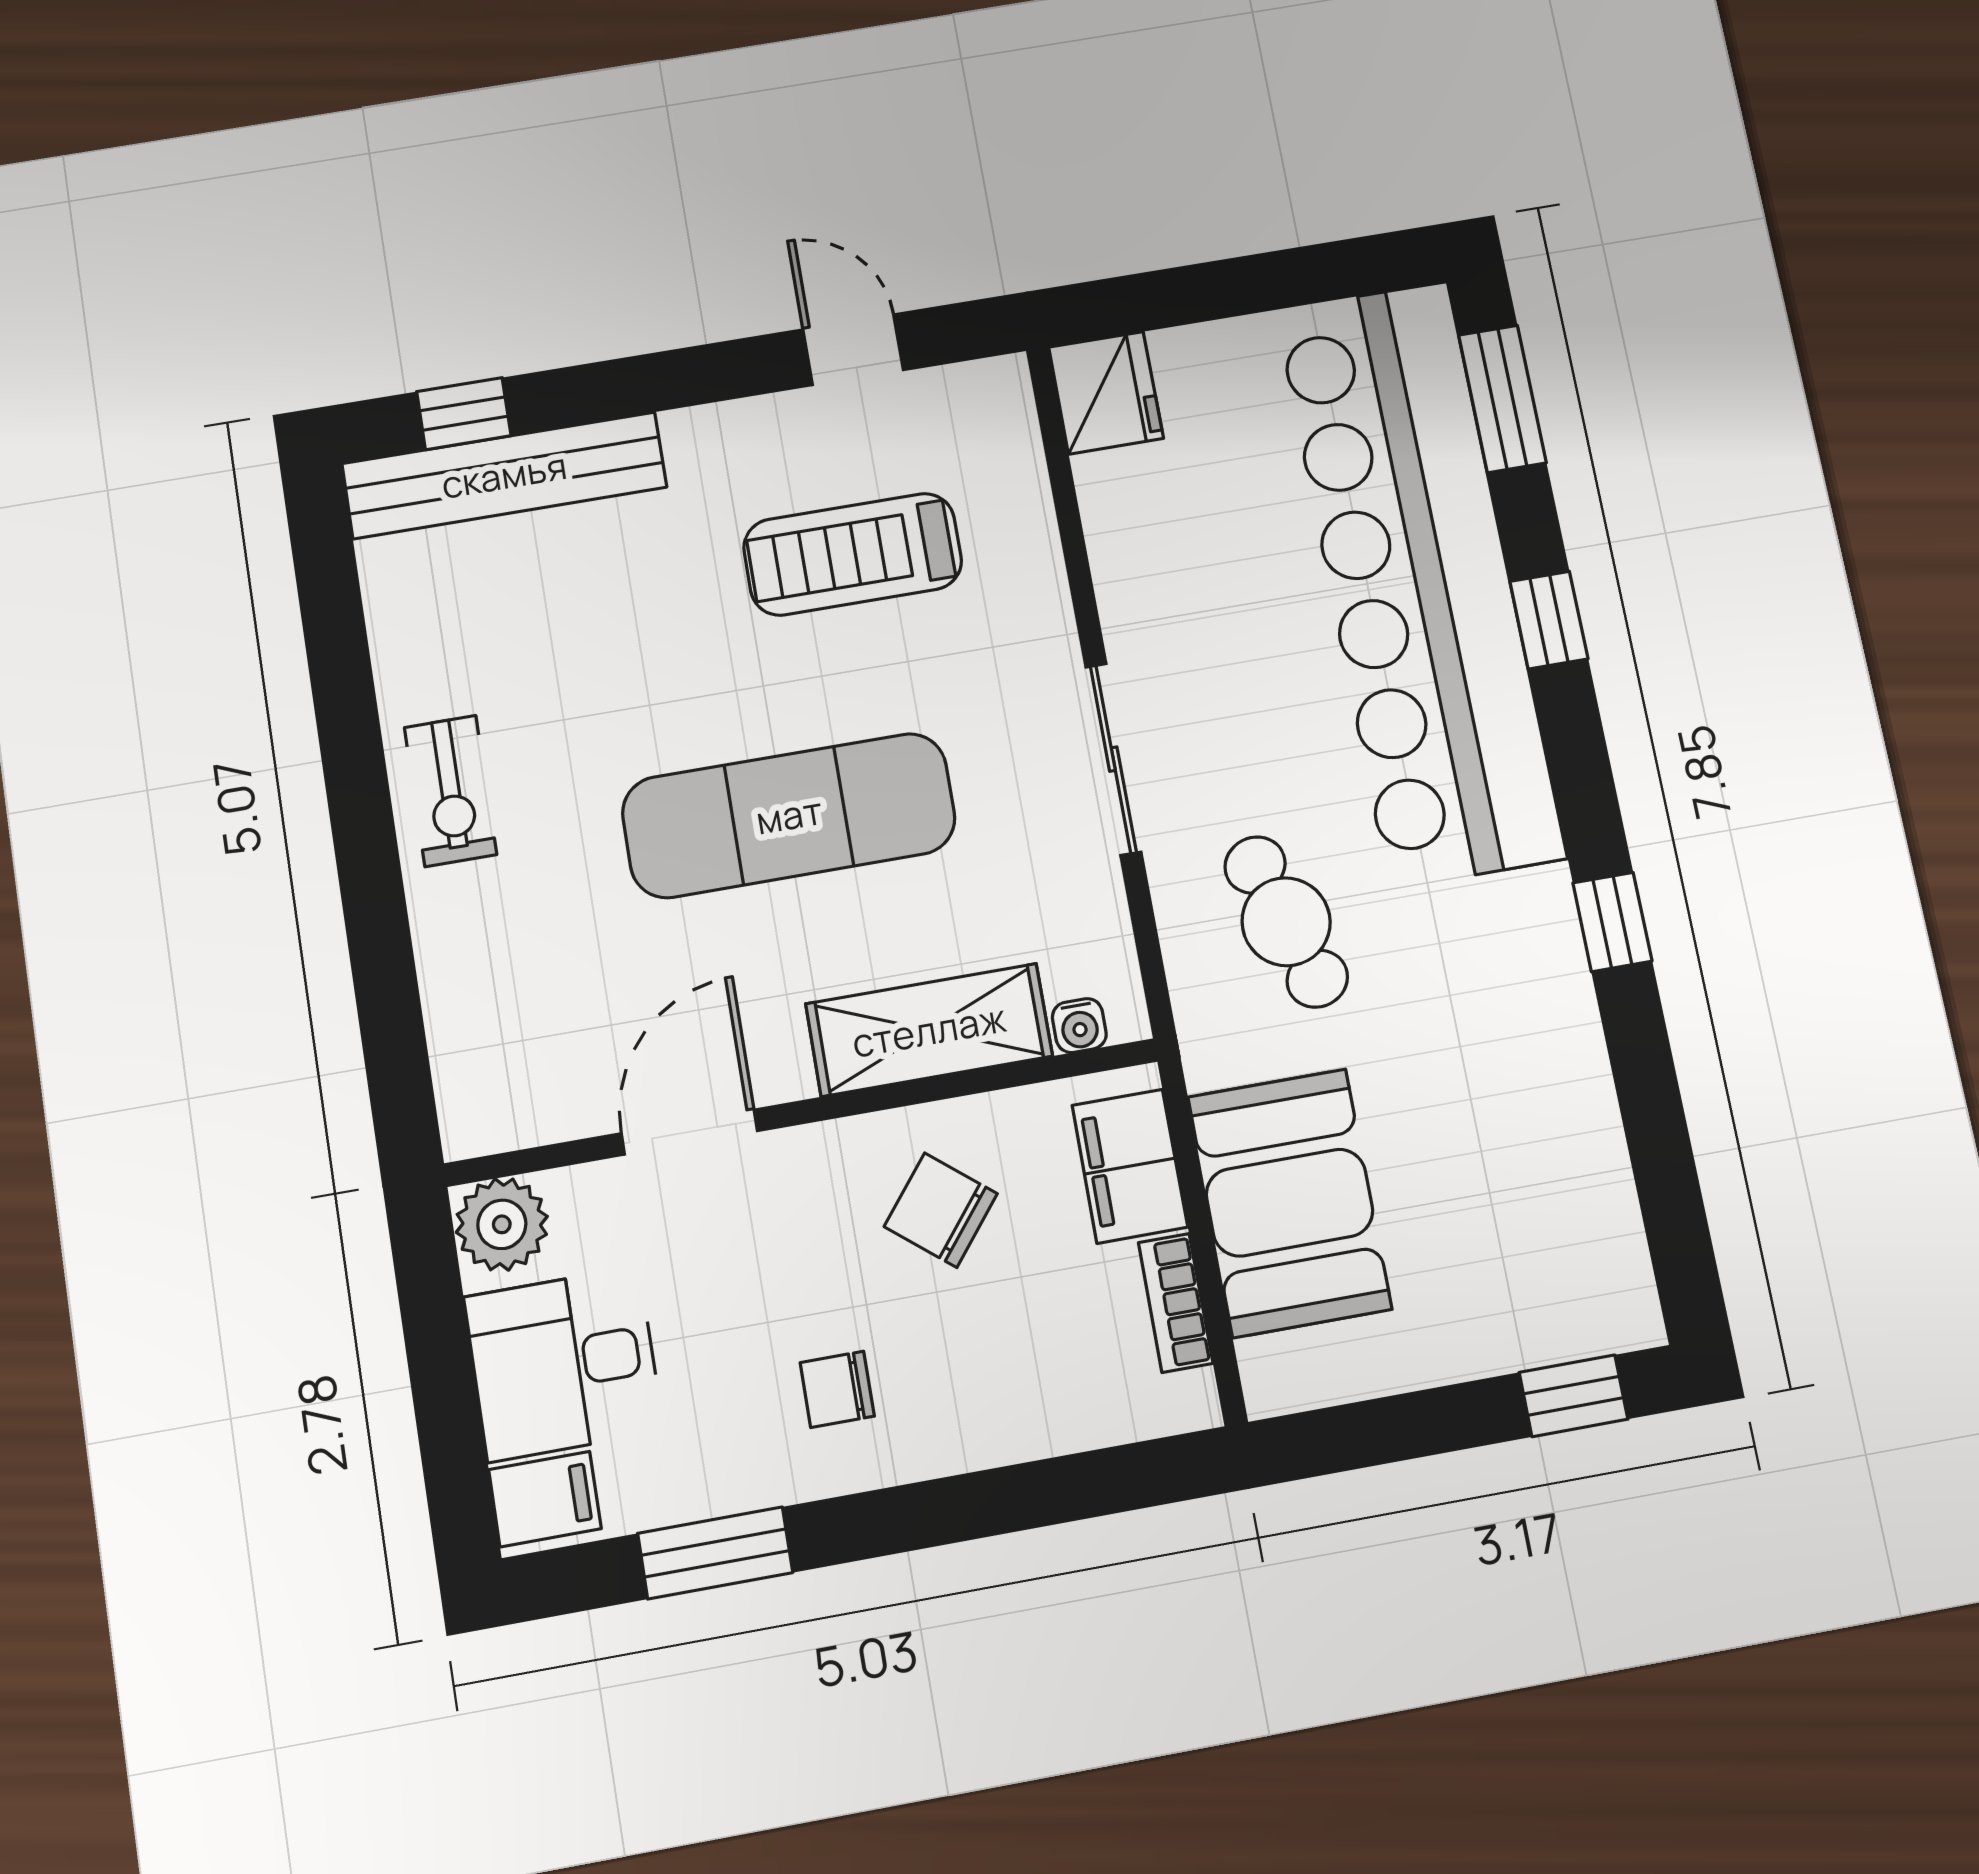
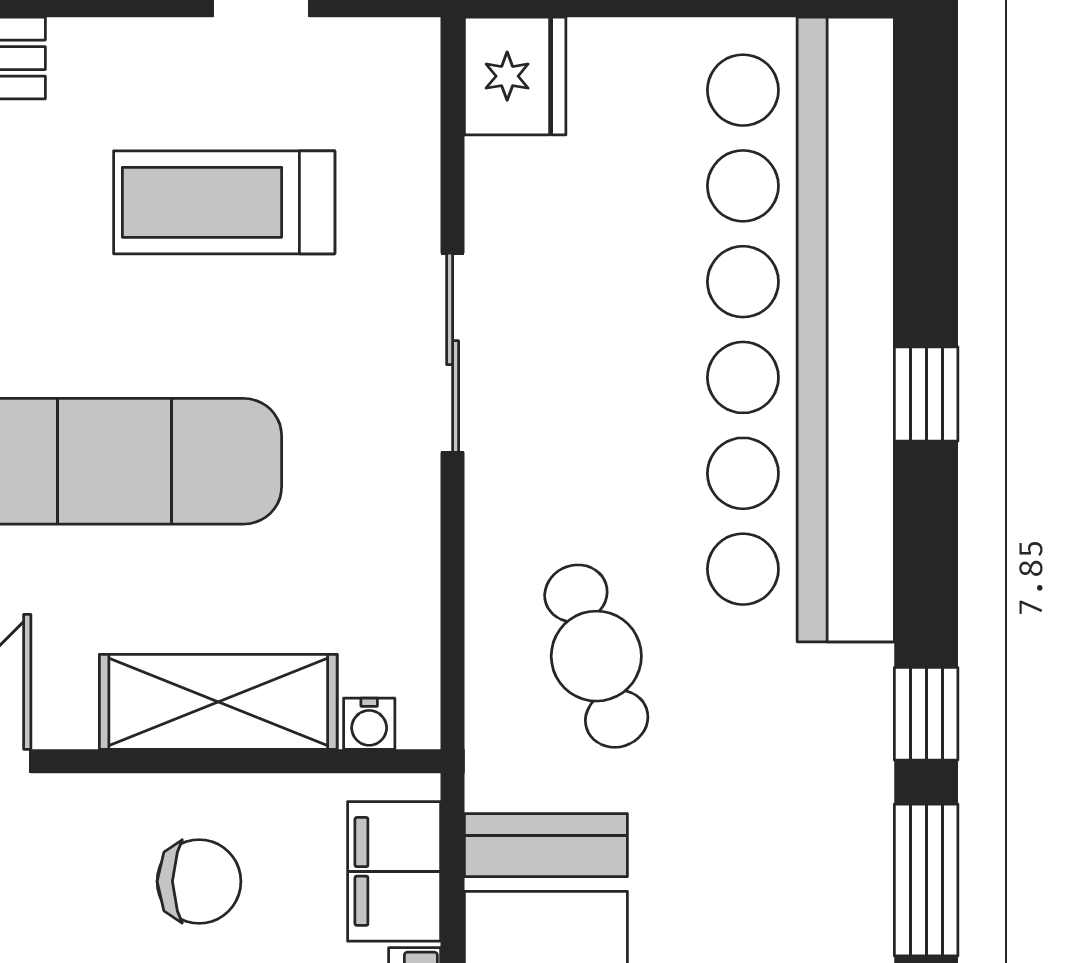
window: (1502, 399) -> (926, 880), moved
sliding door: (1113, 759) -> (453, 353), moved
chair: (941, 1210) -> (199, 881), turned 141

